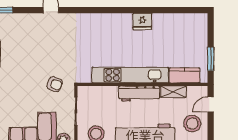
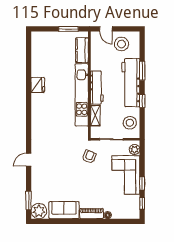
shelving: (173, 92) -> (95, 115), moved

